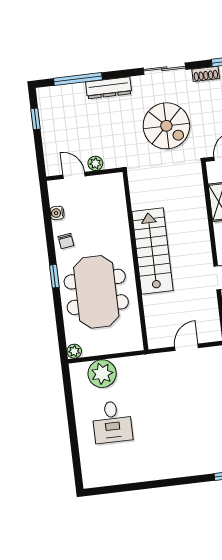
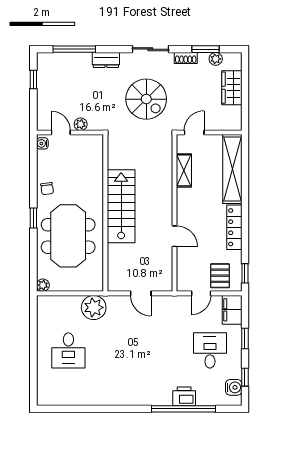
dresser: (109, 88) -> (106, 60), width x0.70
water cooler: (57, 213) -> (42, 143), moved
door: (186, 347) -> (141, 293), swing flipped
plant: (102, 374) -> (94, 307), moved

